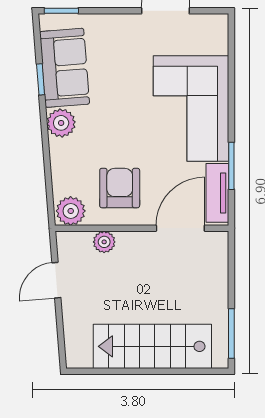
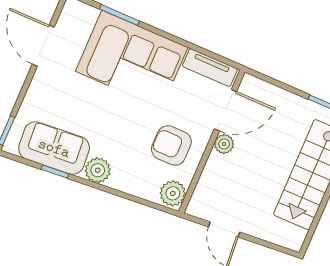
window: (231, 166) -> (119, 15), moved
door: (180, 228) -> (225, 110), swing flipped
plant: (104, 242) -> (224, 144), moved

